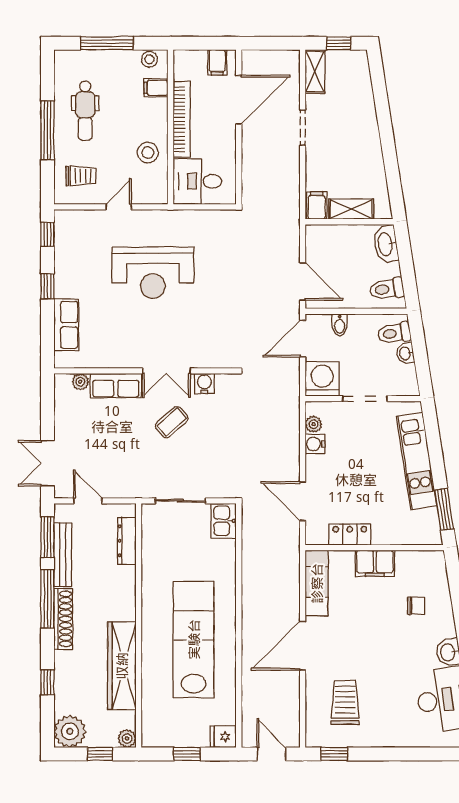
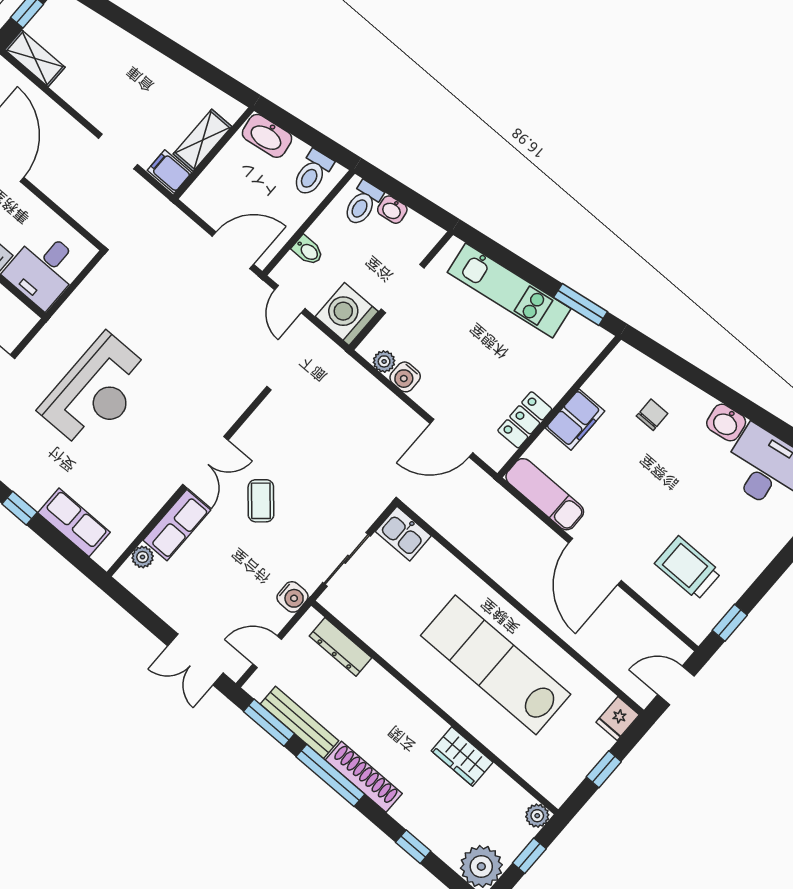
doorway: (303, 128) -> (118, 151), moved
door: (303, 339) -> (290, 299), width x0.73
water cooler: (204, 383) -> (292, 597), moved, turned 180
wardrobe: (122, 666) -> (462, 756), width x0.48, depth x0.85

